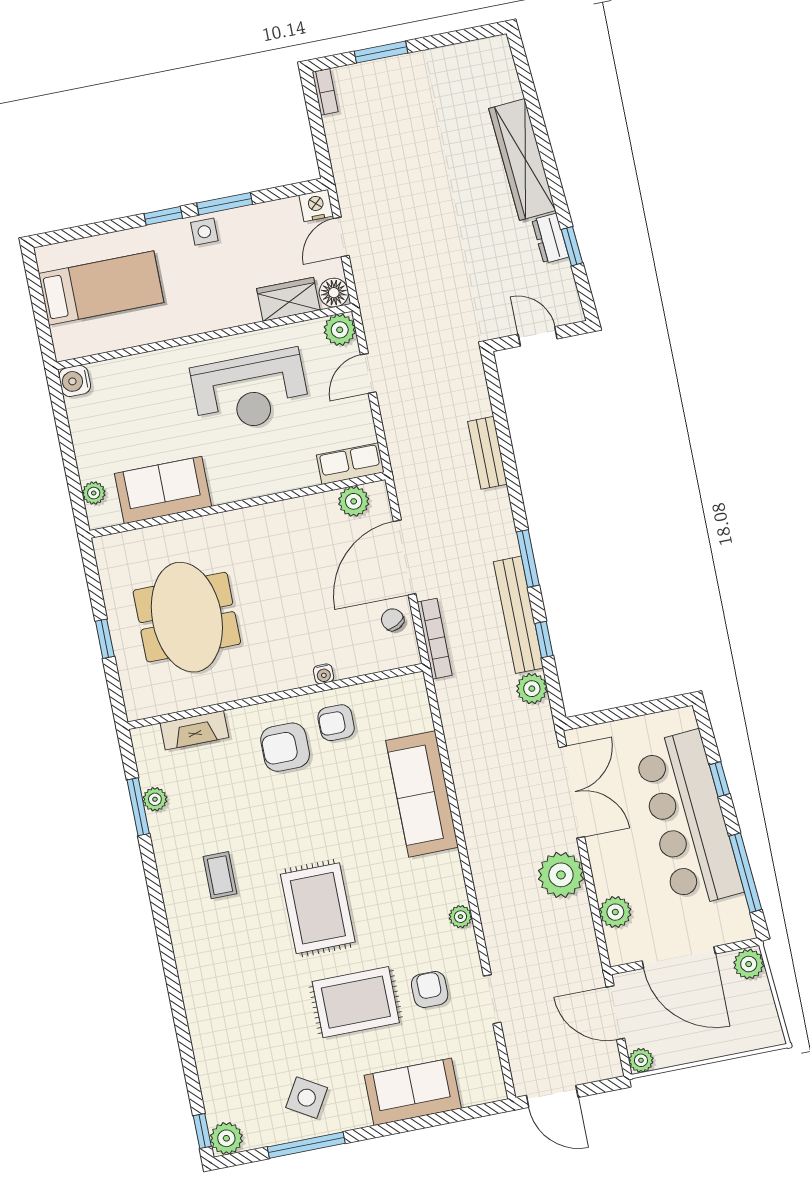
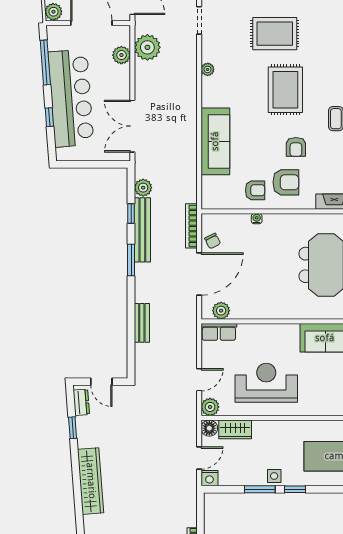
dresser: (550, 238) -> (81, 402), moved
plant: (561, 875) -> (147, 47), moved
armchair: (430, 989) -> (296, 147), moved

